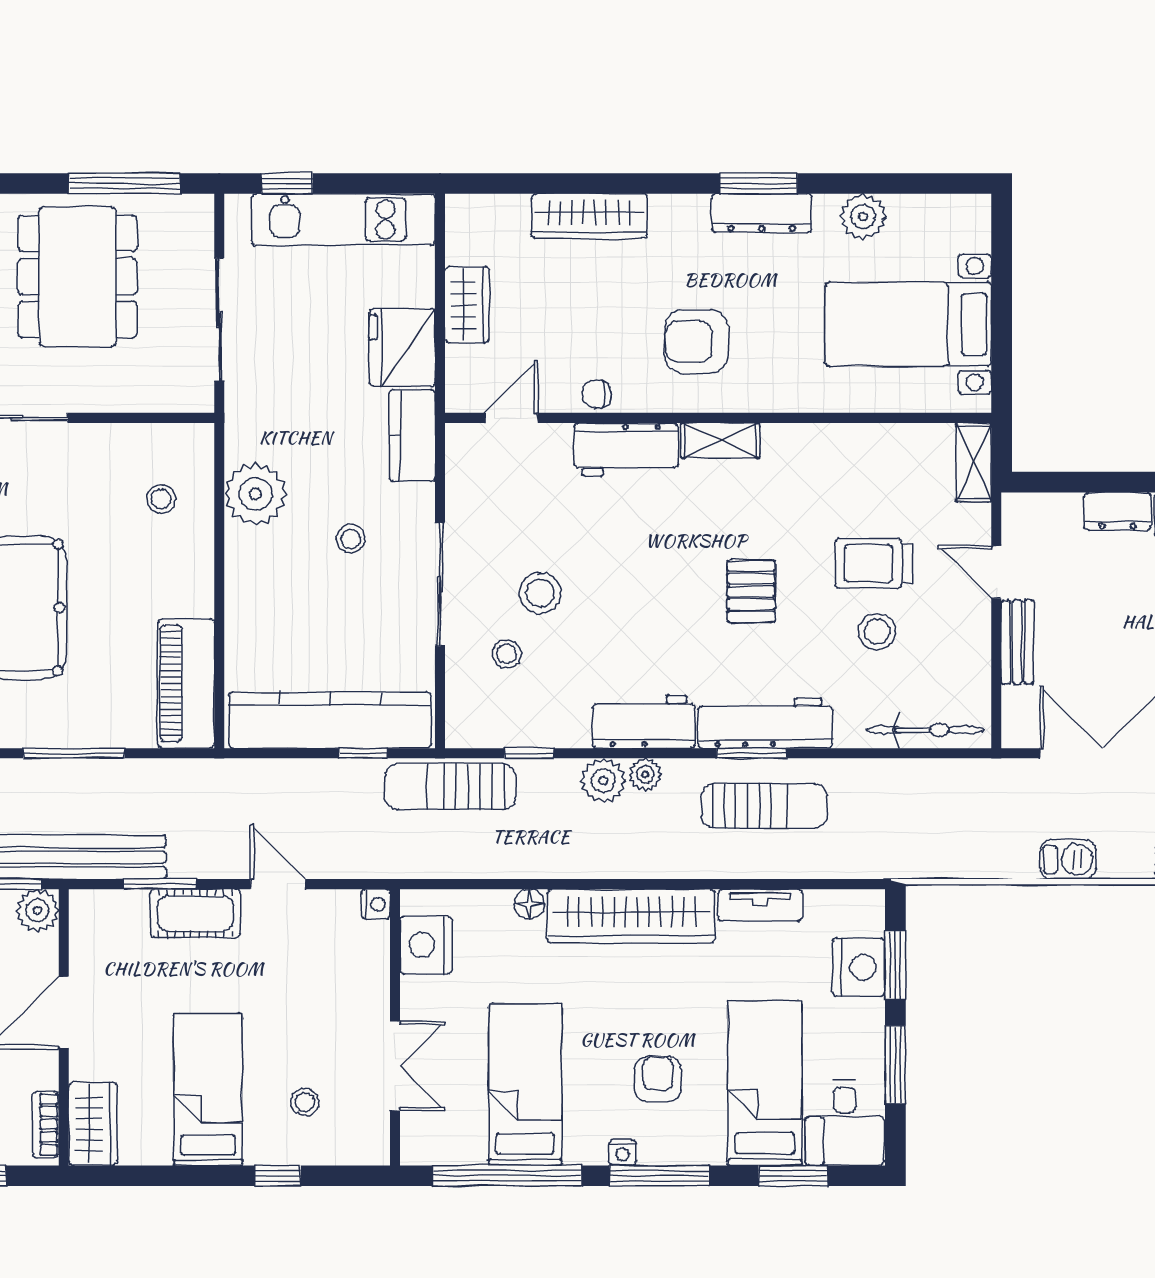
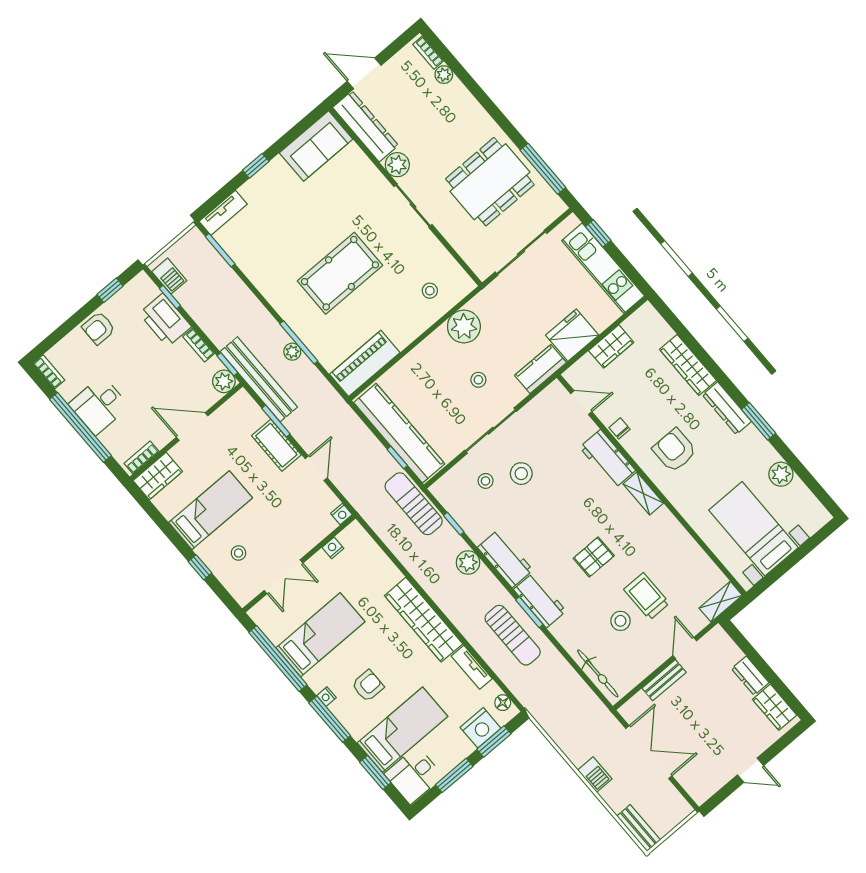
dresser: (762, 213) -> (727, 408), moved
workbench: (765, 723) -> (540, 600), width x0.73
plant: (645, 774) -> (292, 352), moved
floor lamp: (529, 904) -> (503, 703), moved
nightstand: (426, 945) -> (333, 548), width x0.53, depth x0.56

